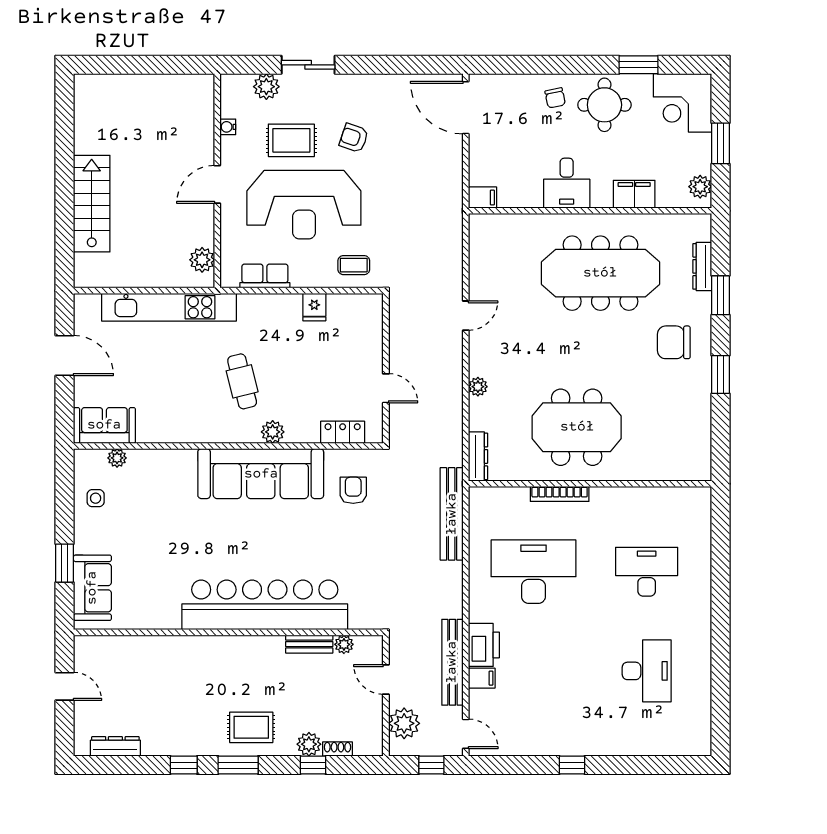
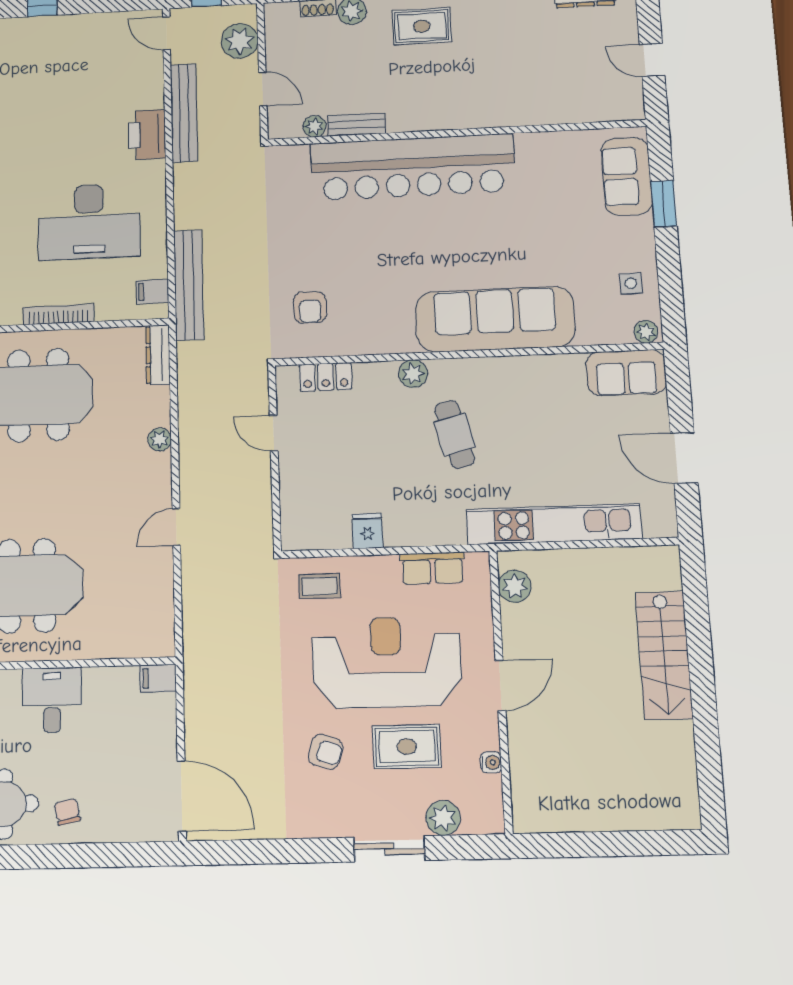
plant: (117, 458) -> (646, 332), moved
sofa: (261, 474) -> (495, 319), moved
filing cabinet: (482, 678) -> (152, 291), moved

